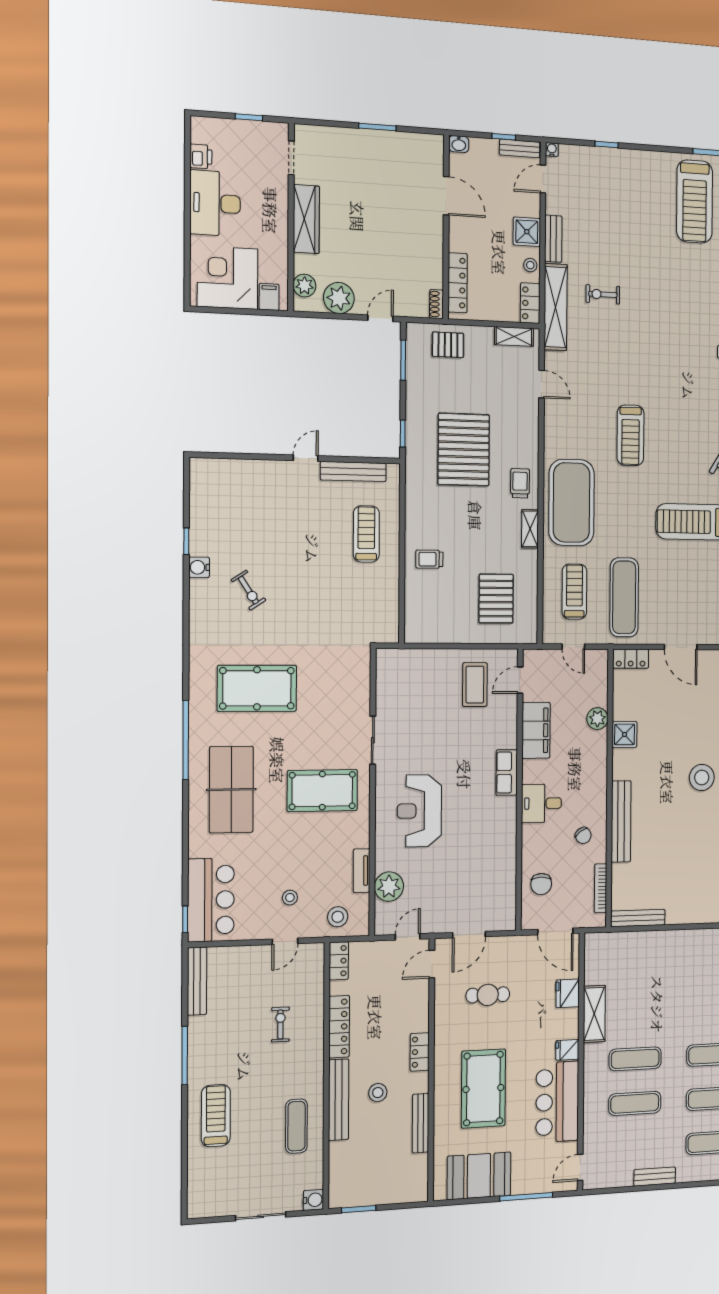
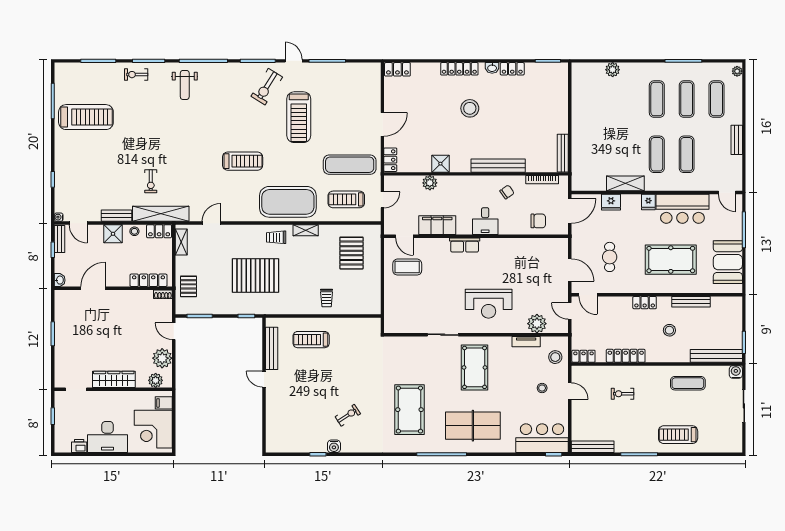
pallet: (496, 599) -> (351, 253), turned 90
bench: (339, 1100) -> (716, 356), moved

